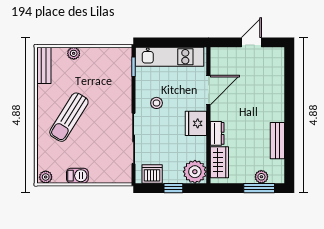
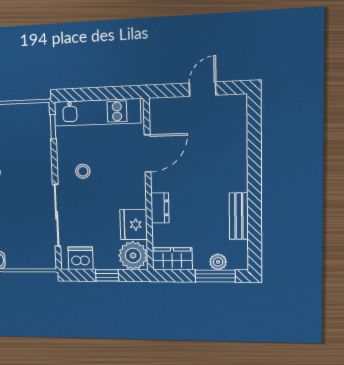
fridge: (196, 123) -> (134, 225), moved
wardrobe: (219, 162) -> (172, 259), moved, turned -90

